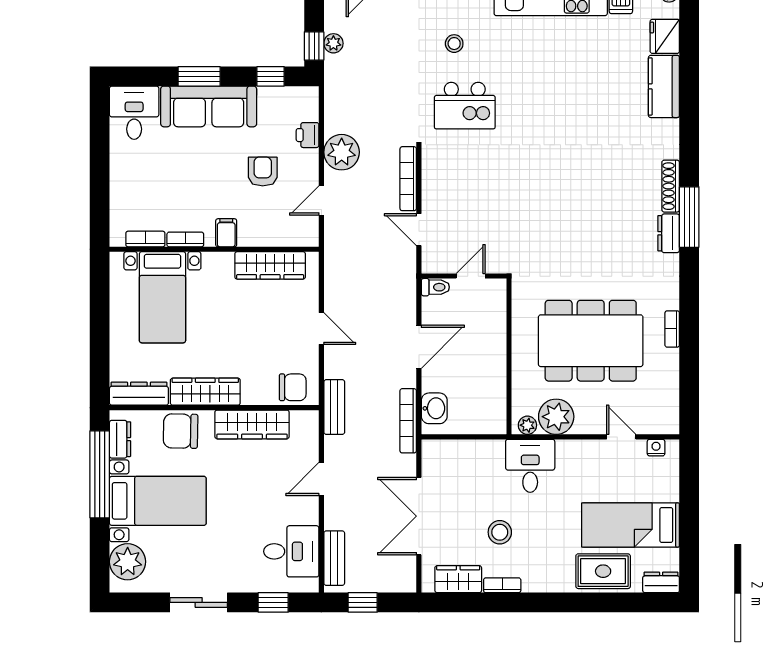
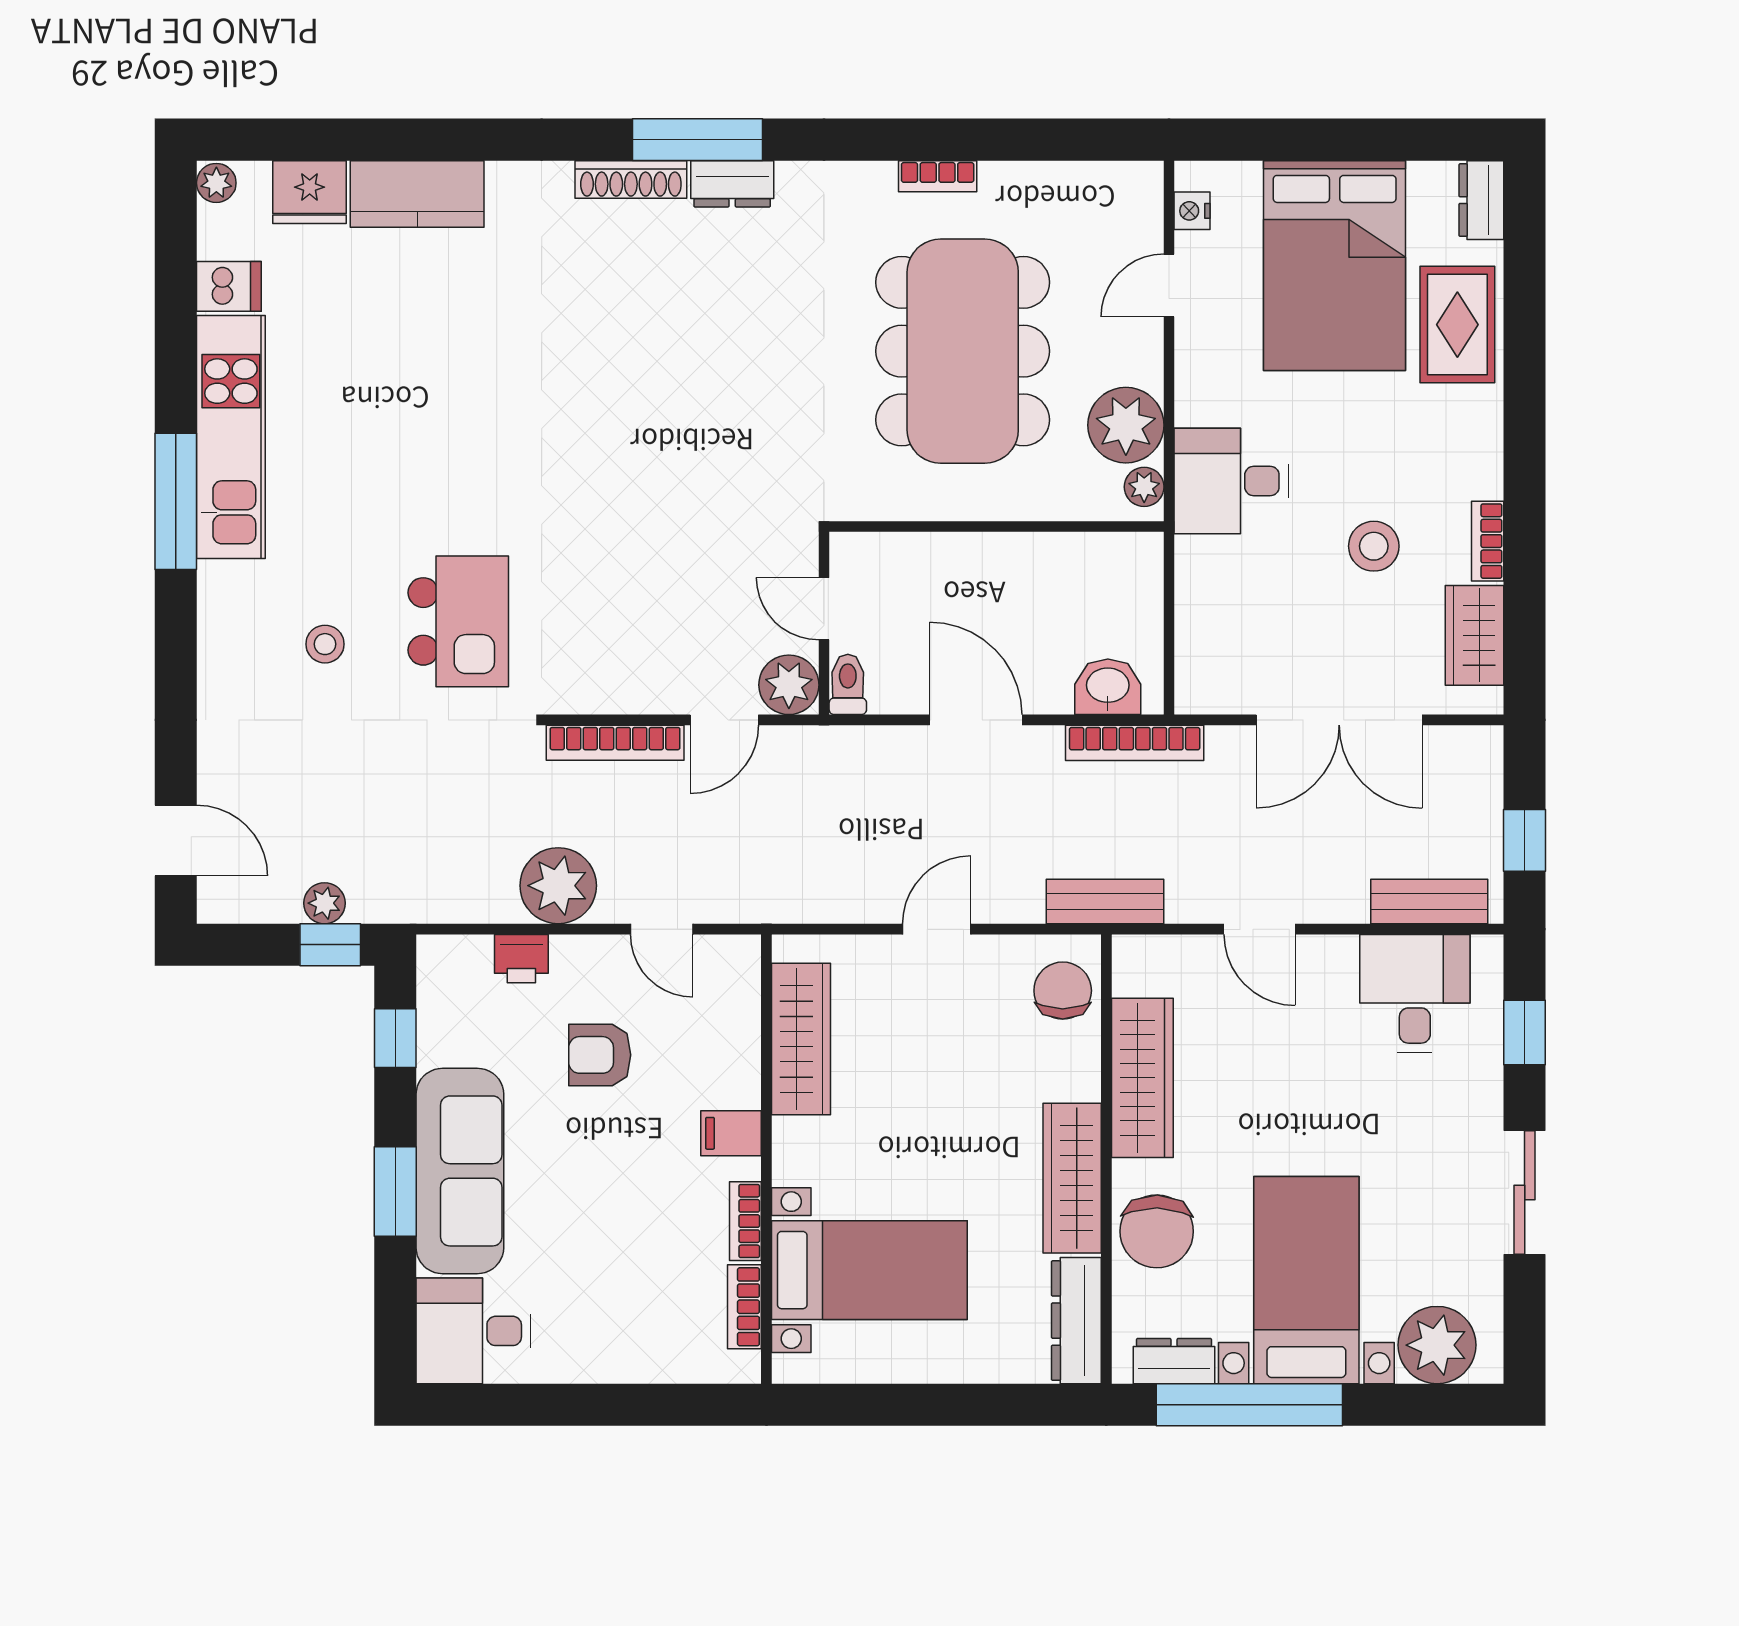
plant: (435, 260) -> (789, 685), added
bed: (631, 525) -> (1335, 266), width x1.50

